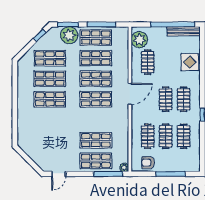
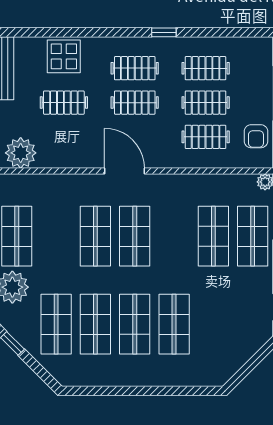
shop shelf: (96, 58) -> (174, 324), moved
clothes rail: (148, 62) -> (64, 103), moved

